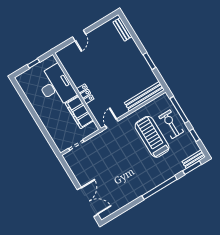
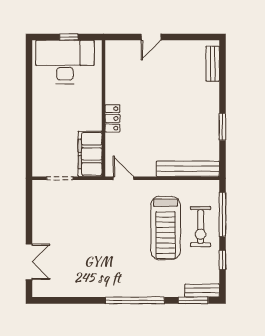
desk: (56, 86) -> (65, 62), moved, turned -90
filing cabinet: (79, 112) -> (90, 154), moved
door: (112, 123) -> (123, 178), hinge flipped
exercise bike: (171, 124) -> (201, 227), turned 180
treadmill: (152, 137) -> (166, 228), turned 180
double door: (88, 202) -> (29, 262), width x0.73

